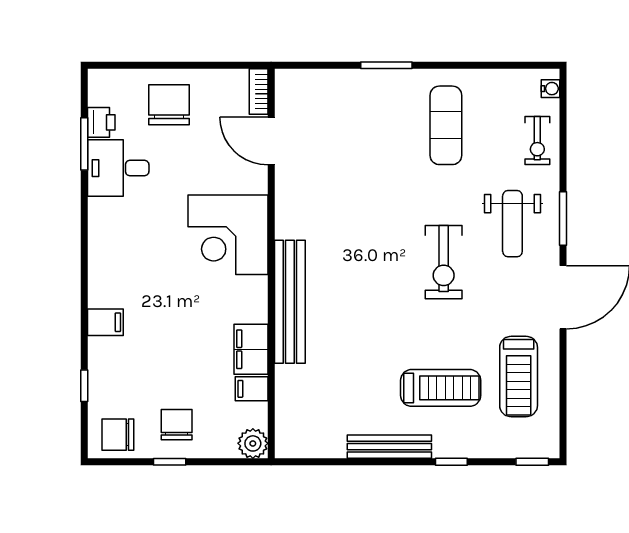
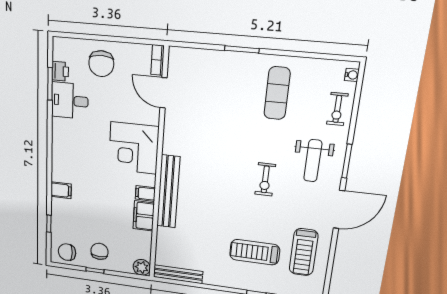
chair: (169, 105) -> (101, 64), turned 180
exercise bike: (444, 262) -> (265, 179), width x0.73, depth x0.72
treadmill: (441, 388) -> (255, 252), turned 180
filing cabinet: (252, 389) -> (145, 193), moved
bench: (389, 447) -> (178, 274), moved

